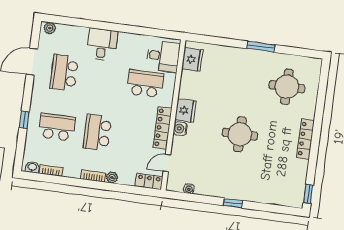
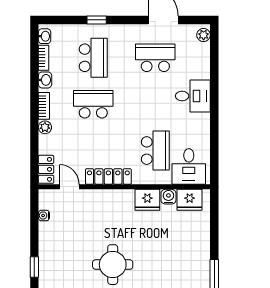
fridge: (185, 111) -> (147, 200), moved
water cooler: (180, 129) -> (168, 197), moved
washbasin: (71, 172) -> (45, 80), added

